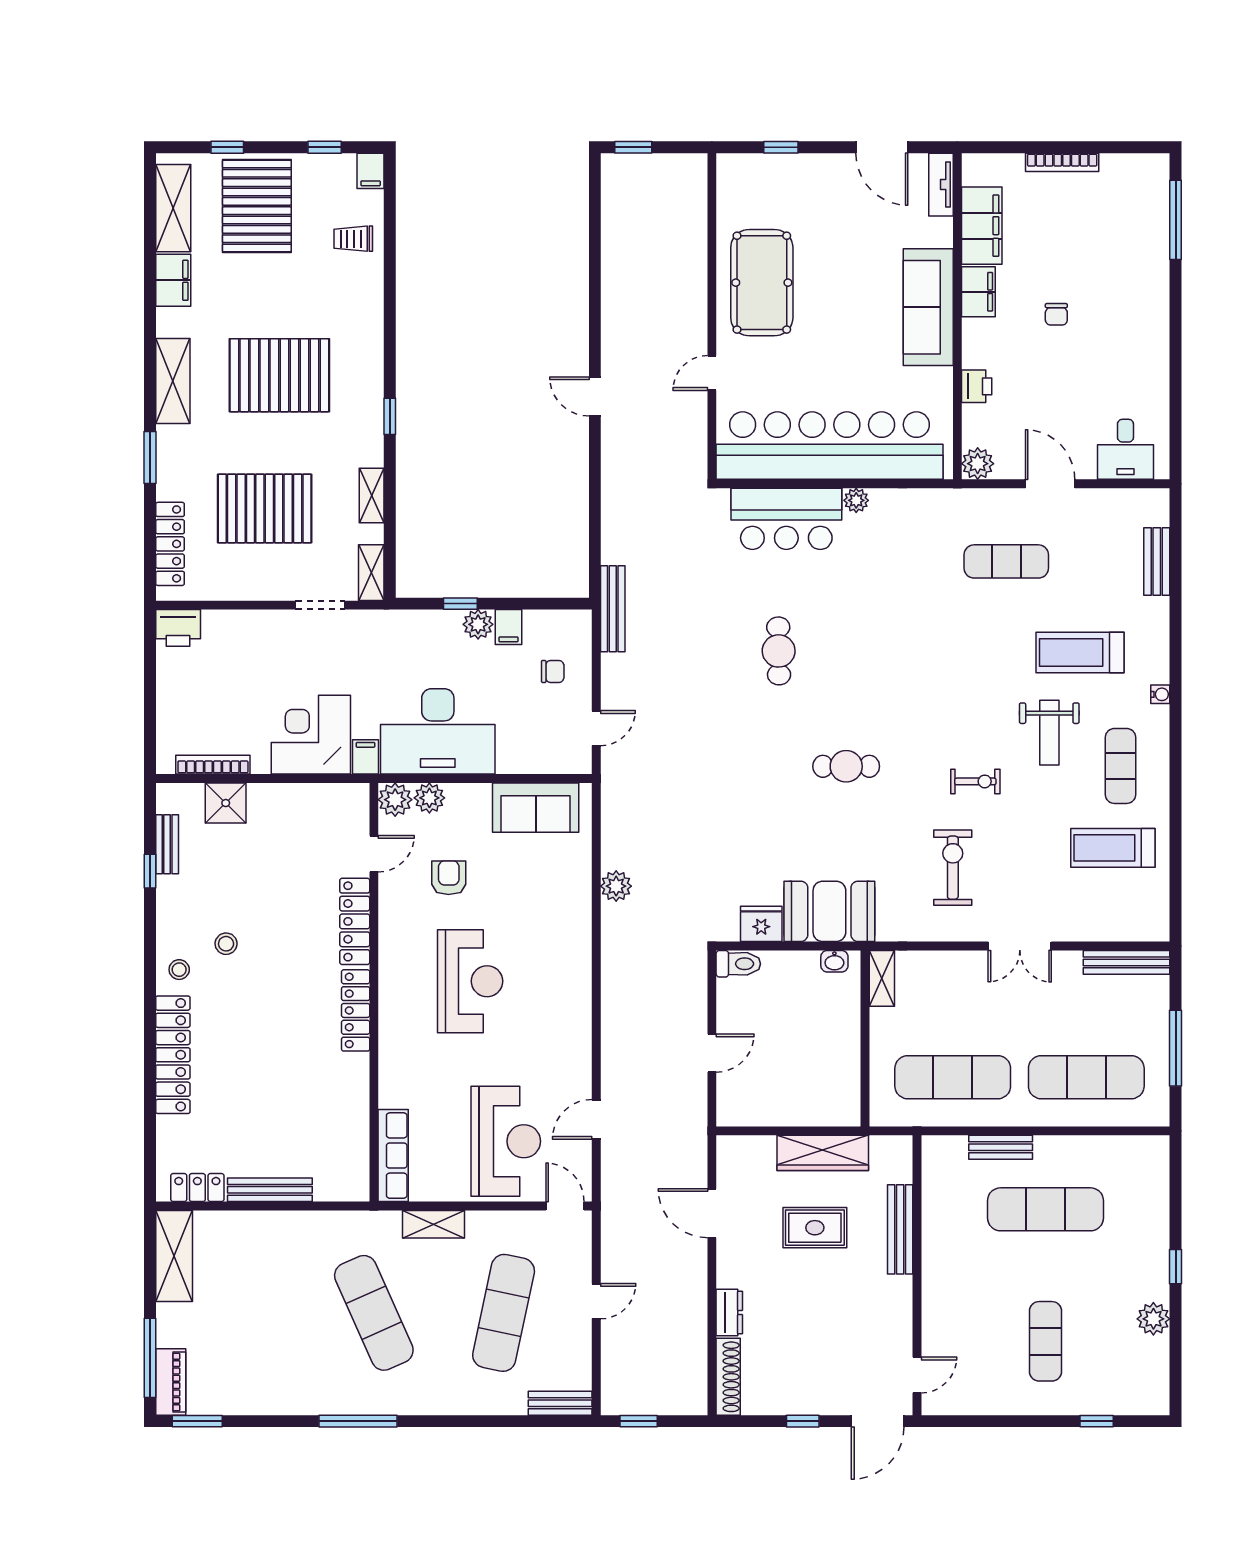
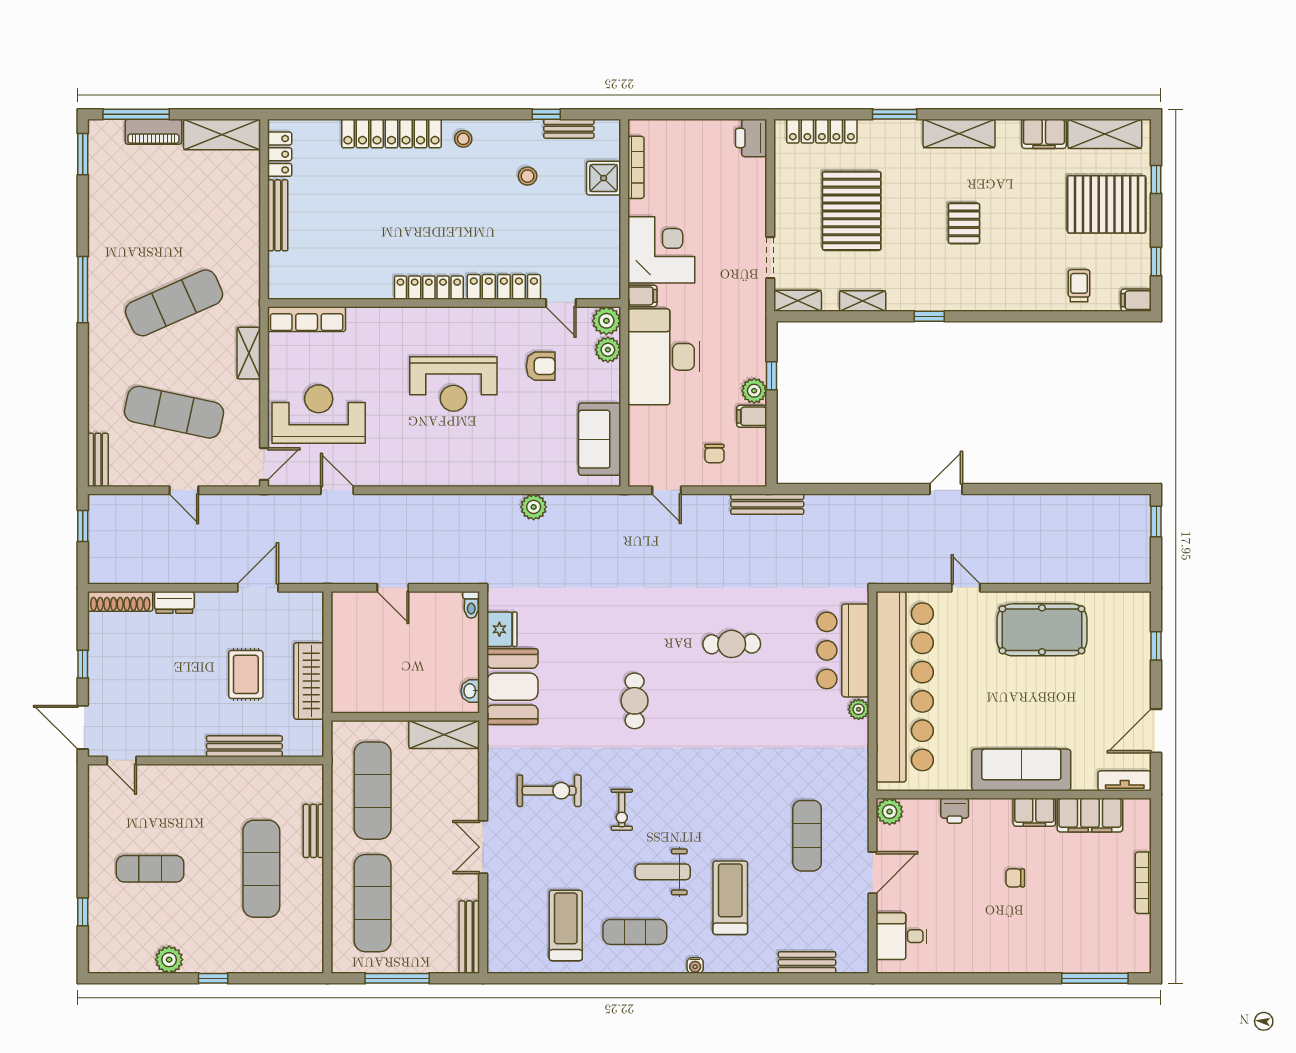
pallet: (279, 375) -> (964, 223), width x0.49, depth x0.50
stool: (226, 944) -> (528, 176), moved
toilet: (738, 964) -> (471, 605), width x0.73, depth x0.72
shelving: (882, 978) -> (444, 734), width x1.50, depth x1.33
reception desk: (506, 1141) -> (319, 414), turned 180
piano: (171, 1382) -> (153, 132), moved

